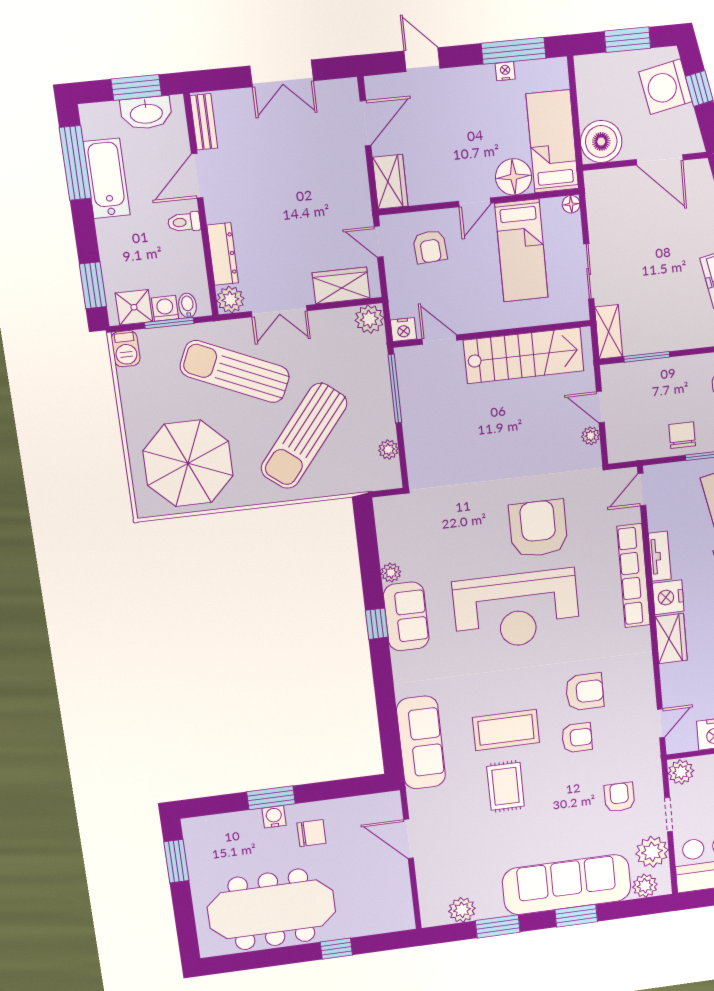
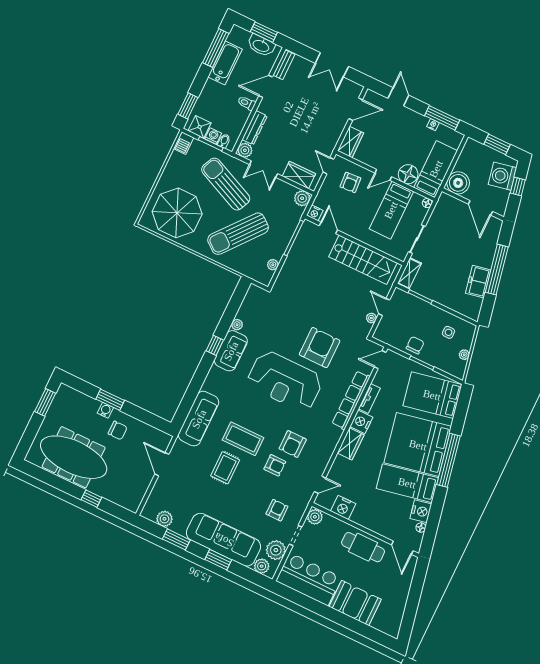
armchair: (585, 692) -> (293, 444), turned 90

